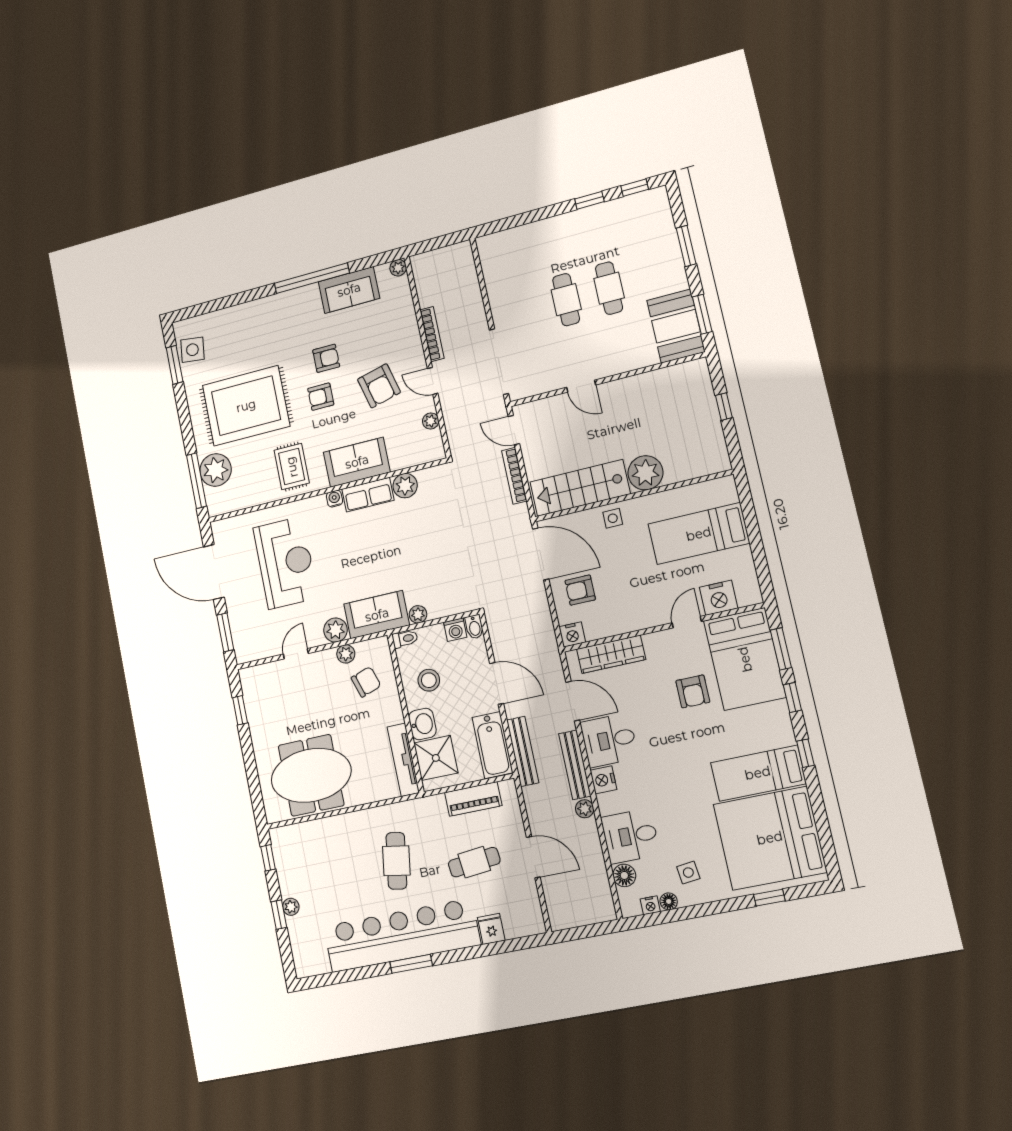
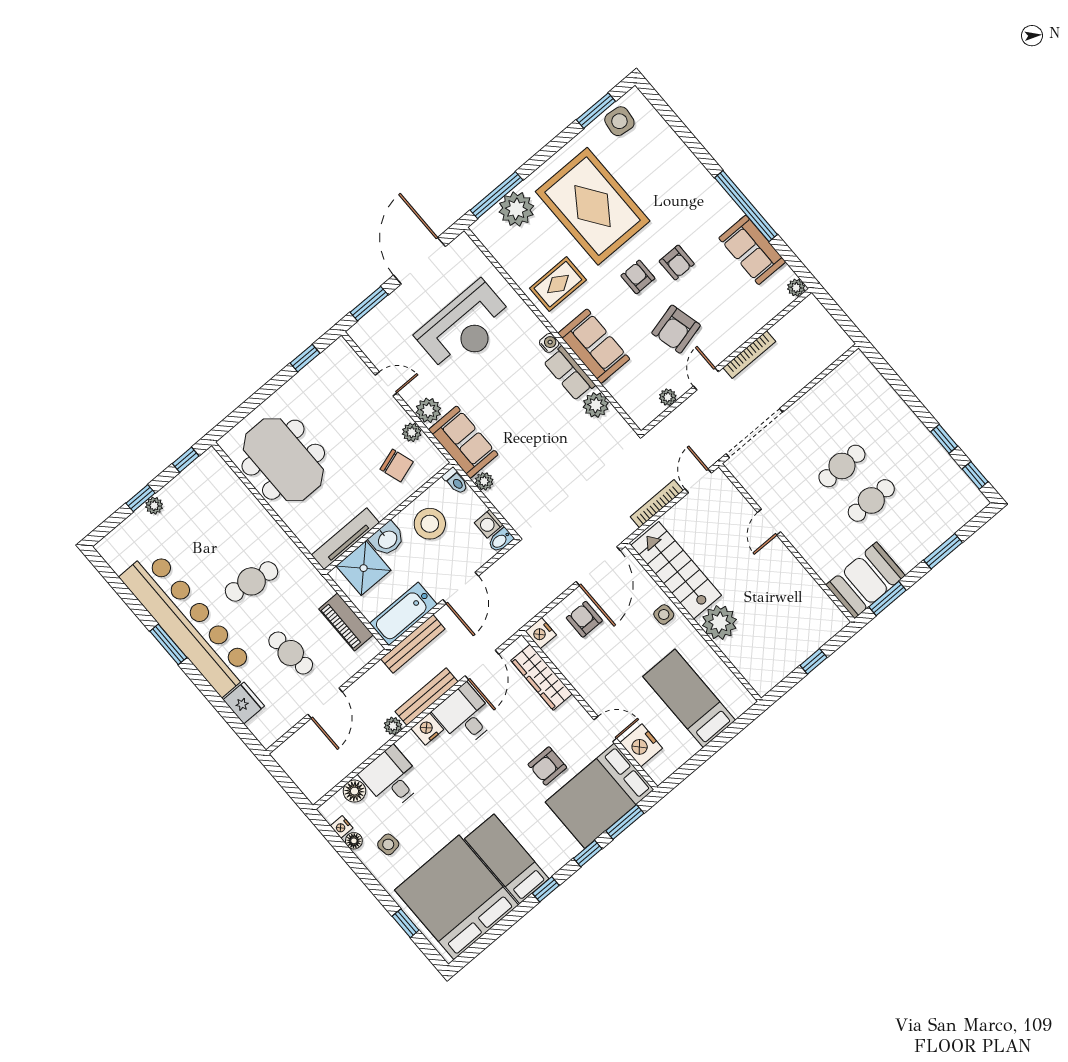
stool: (429, 680) -> (430, 524), width x1.38, depth x1.38
fridge: (491, 929) -> (244, 703), width x1.38

